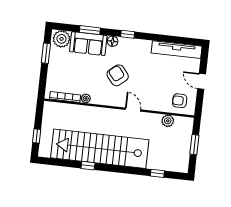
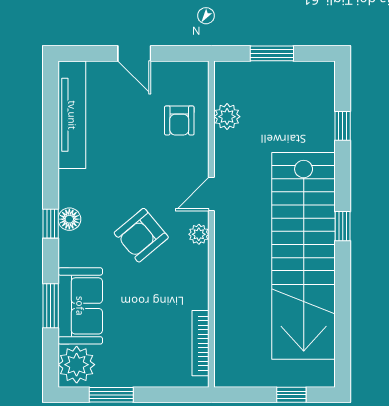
floor lamp: (113, 41) -> (69, 219), moved
door: (202, 81) -> (134, 53), hinge flipped
plant: (86, 98) -> (199, 234), moved
armchair: (180, 101) -> (179, 120), moved
window: (88, 166) -> (343, 226), moved

